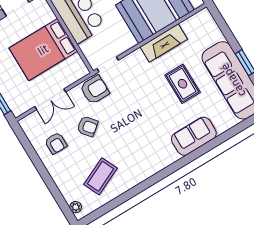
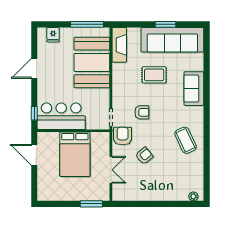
fireplace: (164, 43) -> (119, 45), moved
armchair: (56, 143) -> (142, 112), moved
coffee table: (100, 176) -> (185, 140), moved

